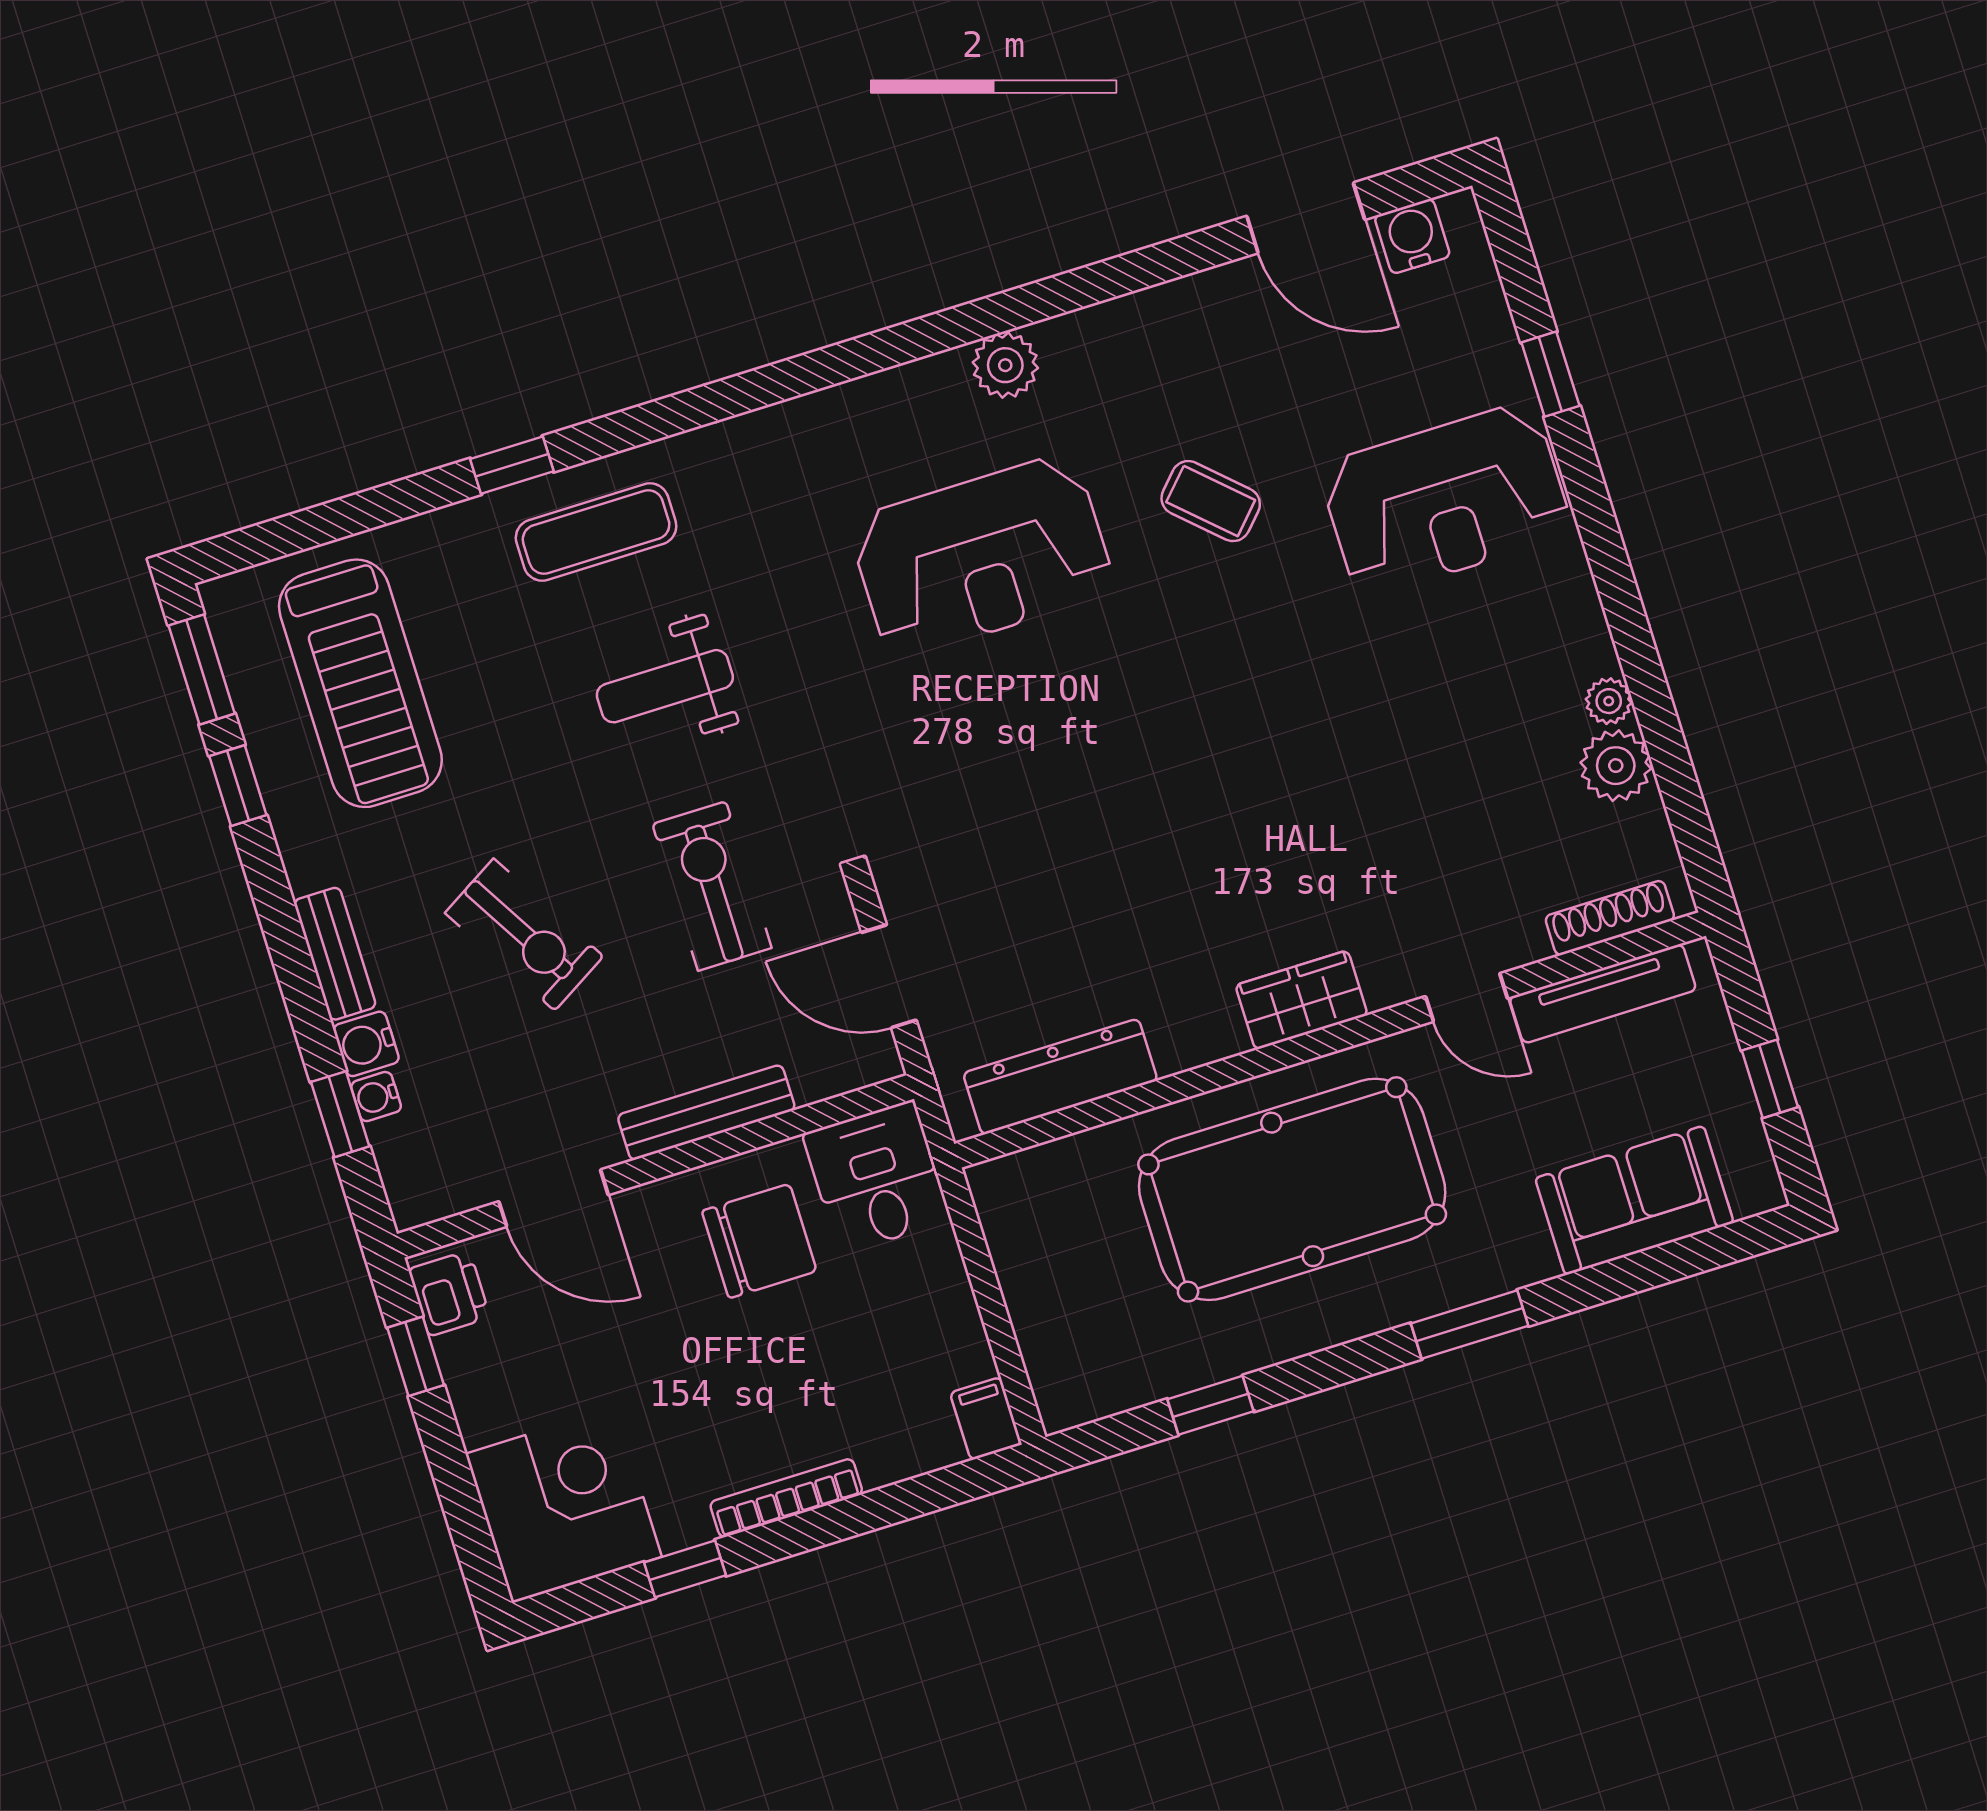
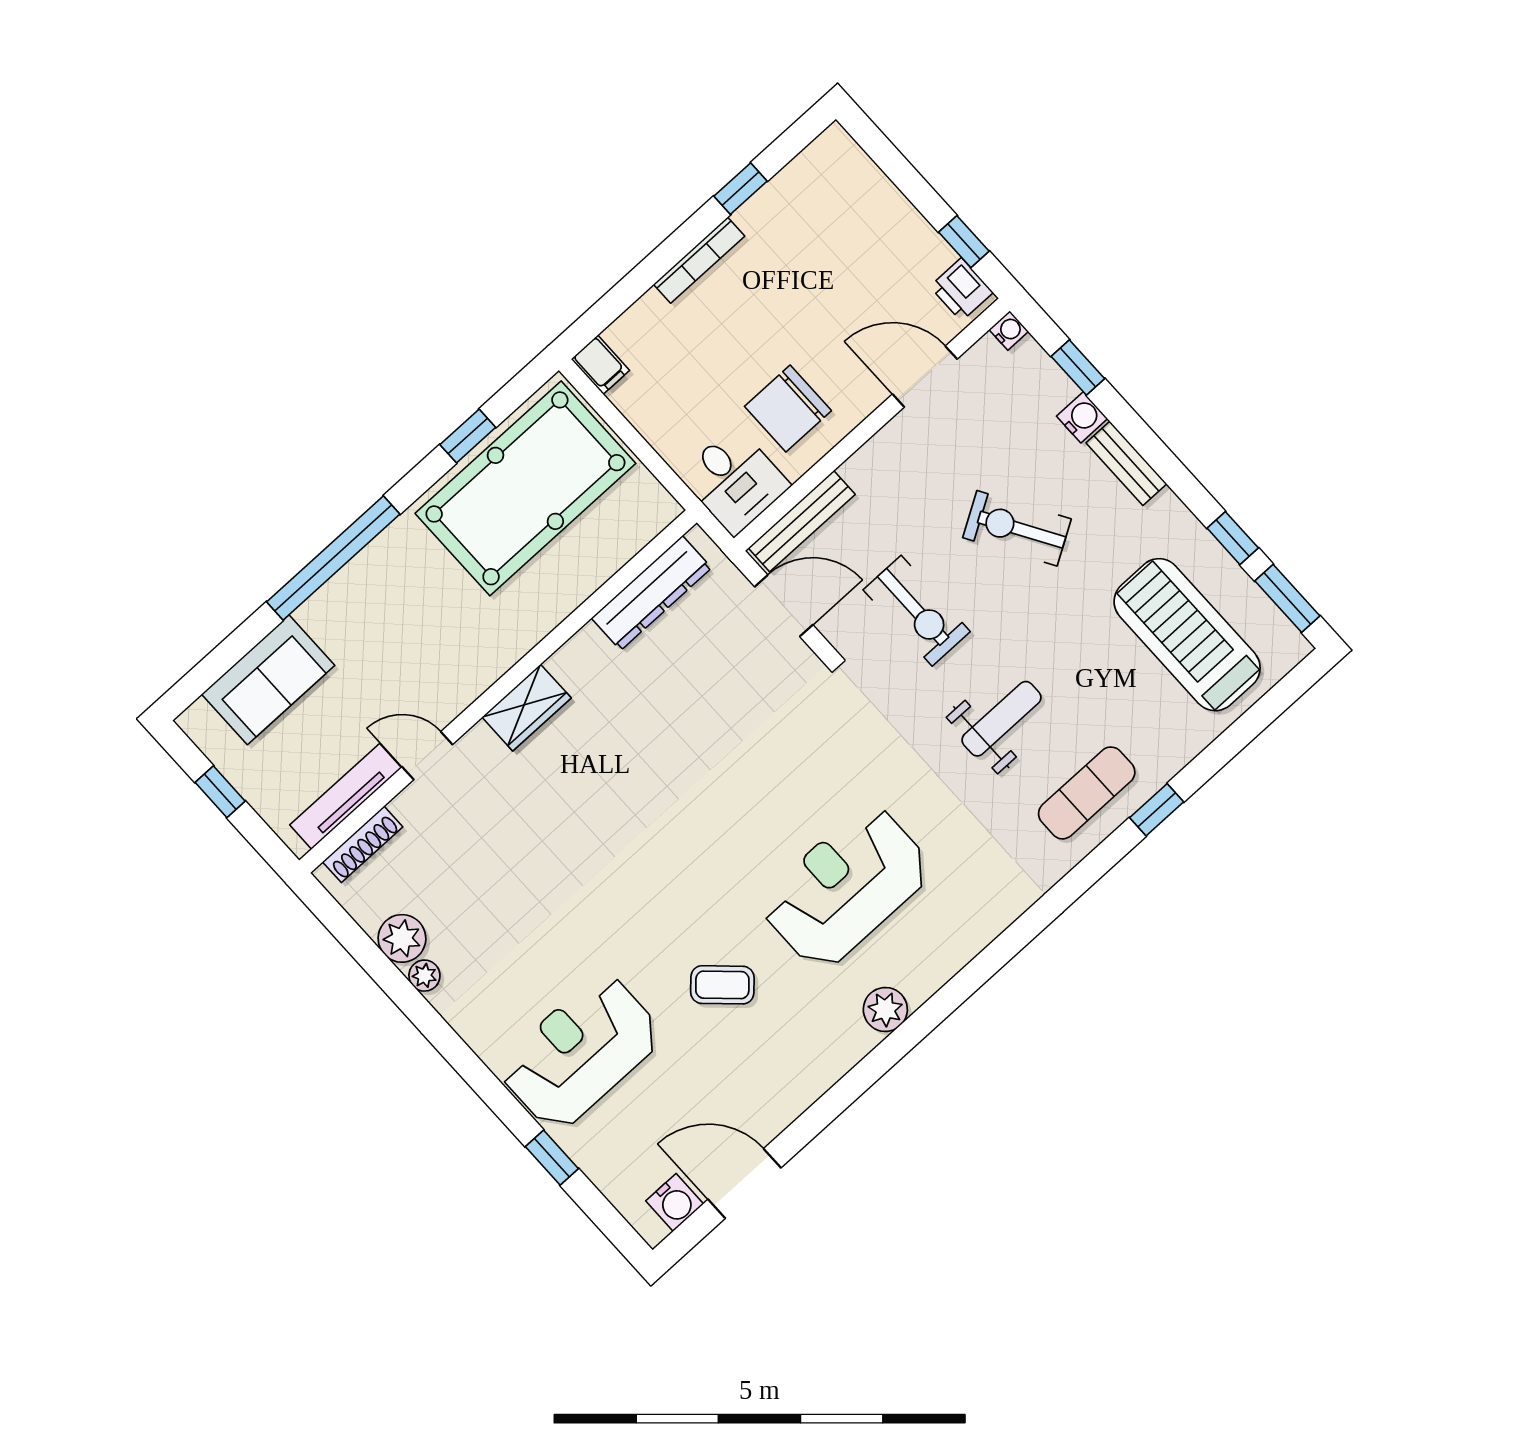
water cooler: (376, 1097) -> (1009, 331), moved
bench: (706, 1112) -> (802, 521), moved
pool table: (1292, 1189) -> (525, 488), moved
window: (1470, 1325) -> (333, 558), width x2.11
corner desk: (564, 1505) -> (832, 193), removed

